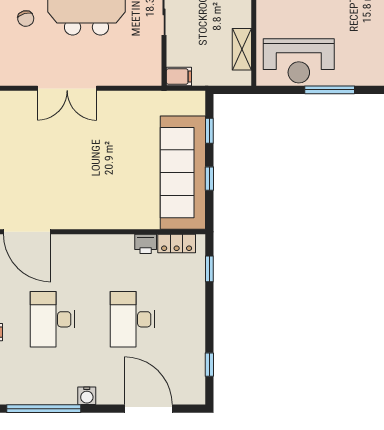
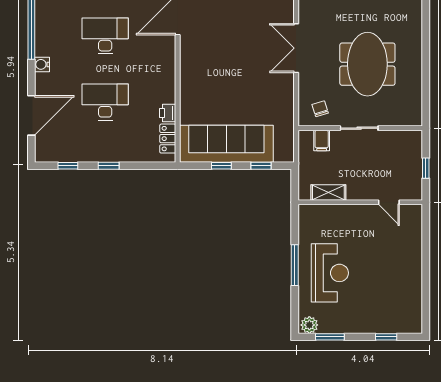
chair: (26, 19) -> (320, 109), moved, turned 88
reception desk: (299, 61) -> (330, 273), moved, turned 180
filing cabinet: (179, 77) -> (322, 141), moved
window: (209, 269) -> (109, 166), moved

